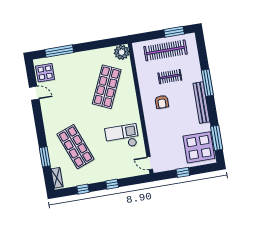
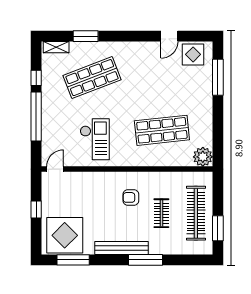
shop shelf: (107, 87) -> (162, 130), turned -30
window: (112, 184) -> (36, 116), width x3.17

